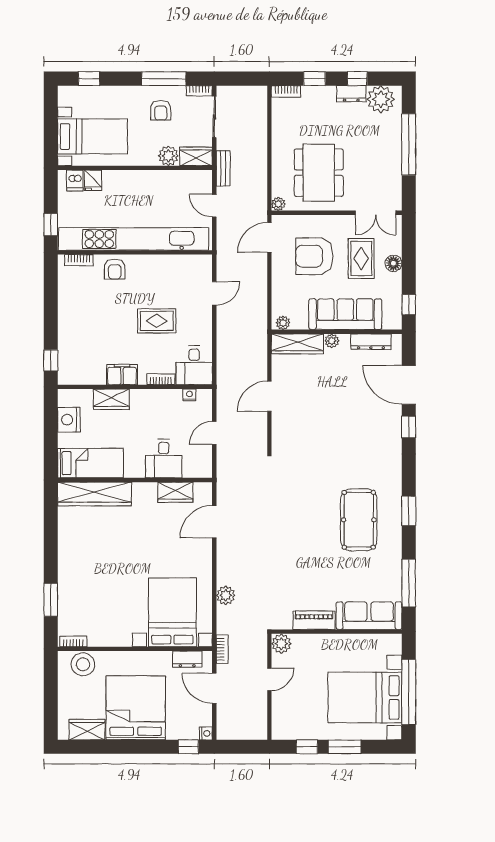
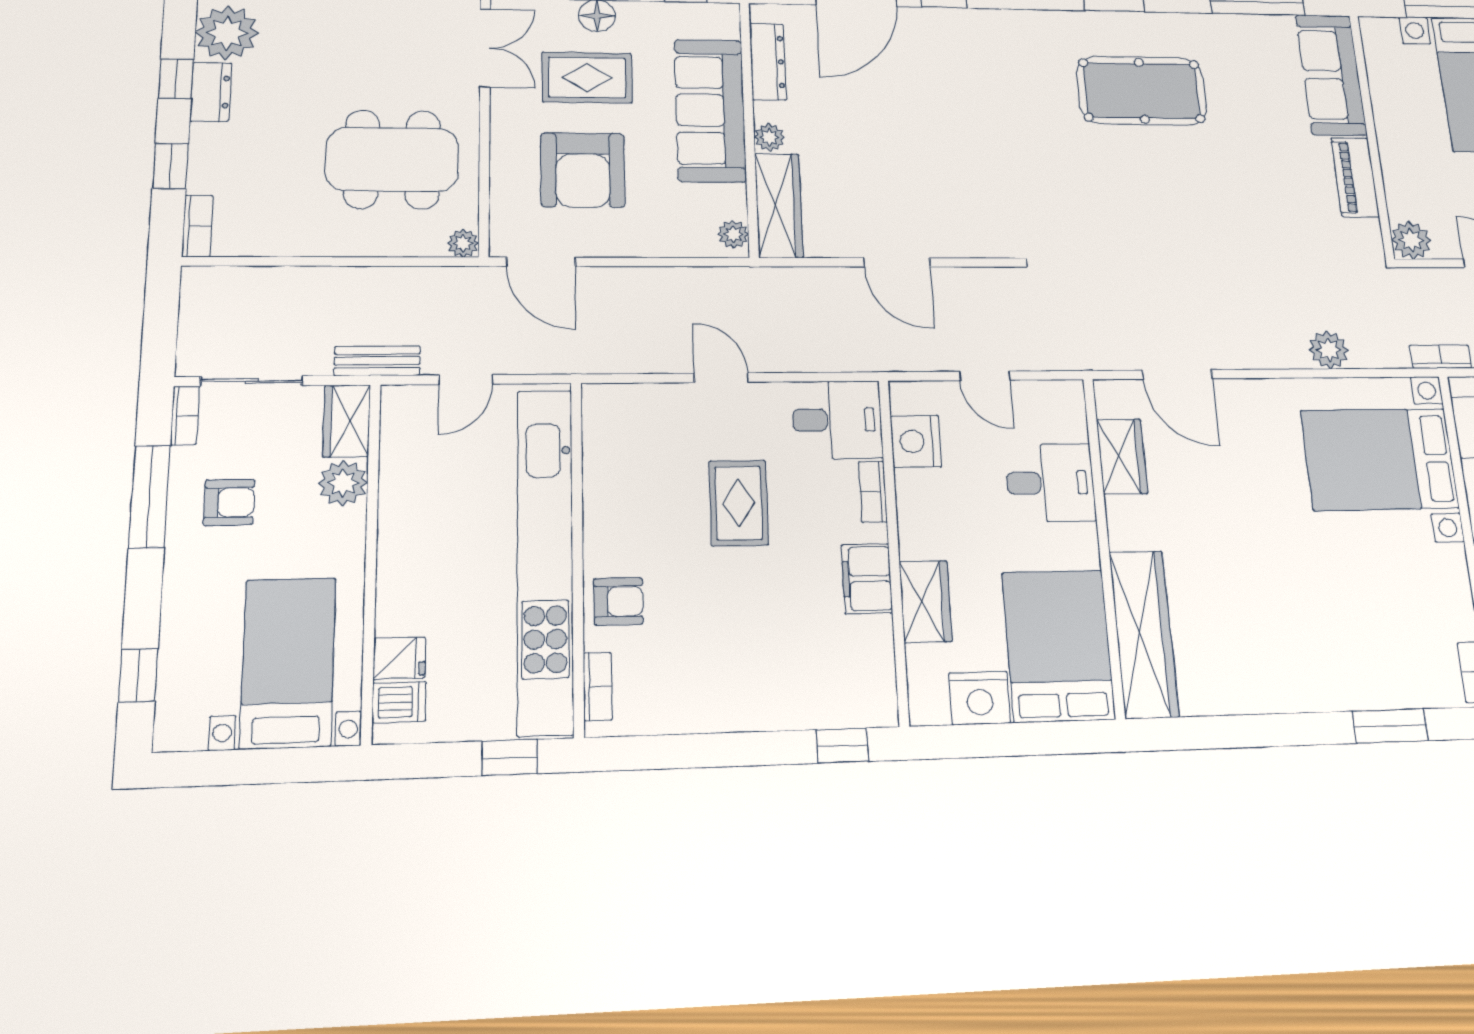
door: (214, 293) -> (721, 378), moved
nightstand: (189, 395) -> (916, 441), width x1.89, depth x1.79
bed: (90, 463) -> (1058, 646), width x1.50

